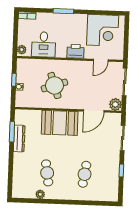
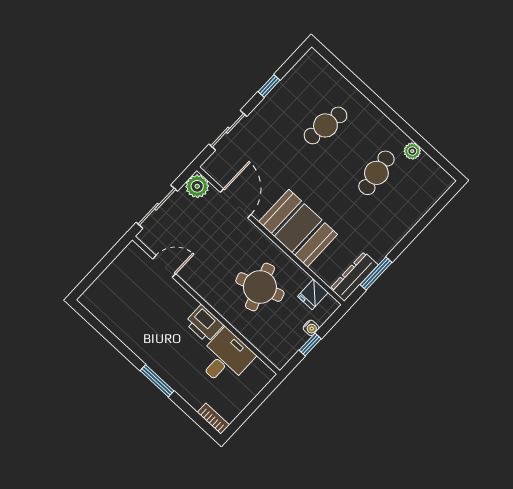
corner desk: (103, 30) -> (125, 306), removed
plant: (22, 50) -> (262, 377), removed
printer: (76, 51) -> (204, 324), moved
fridge: (30, 101) -> (313, 294), added
door: (94, 111) -> (236, 203), hinge flipped
dresser: (19, 138) -> (354, 277), moved

